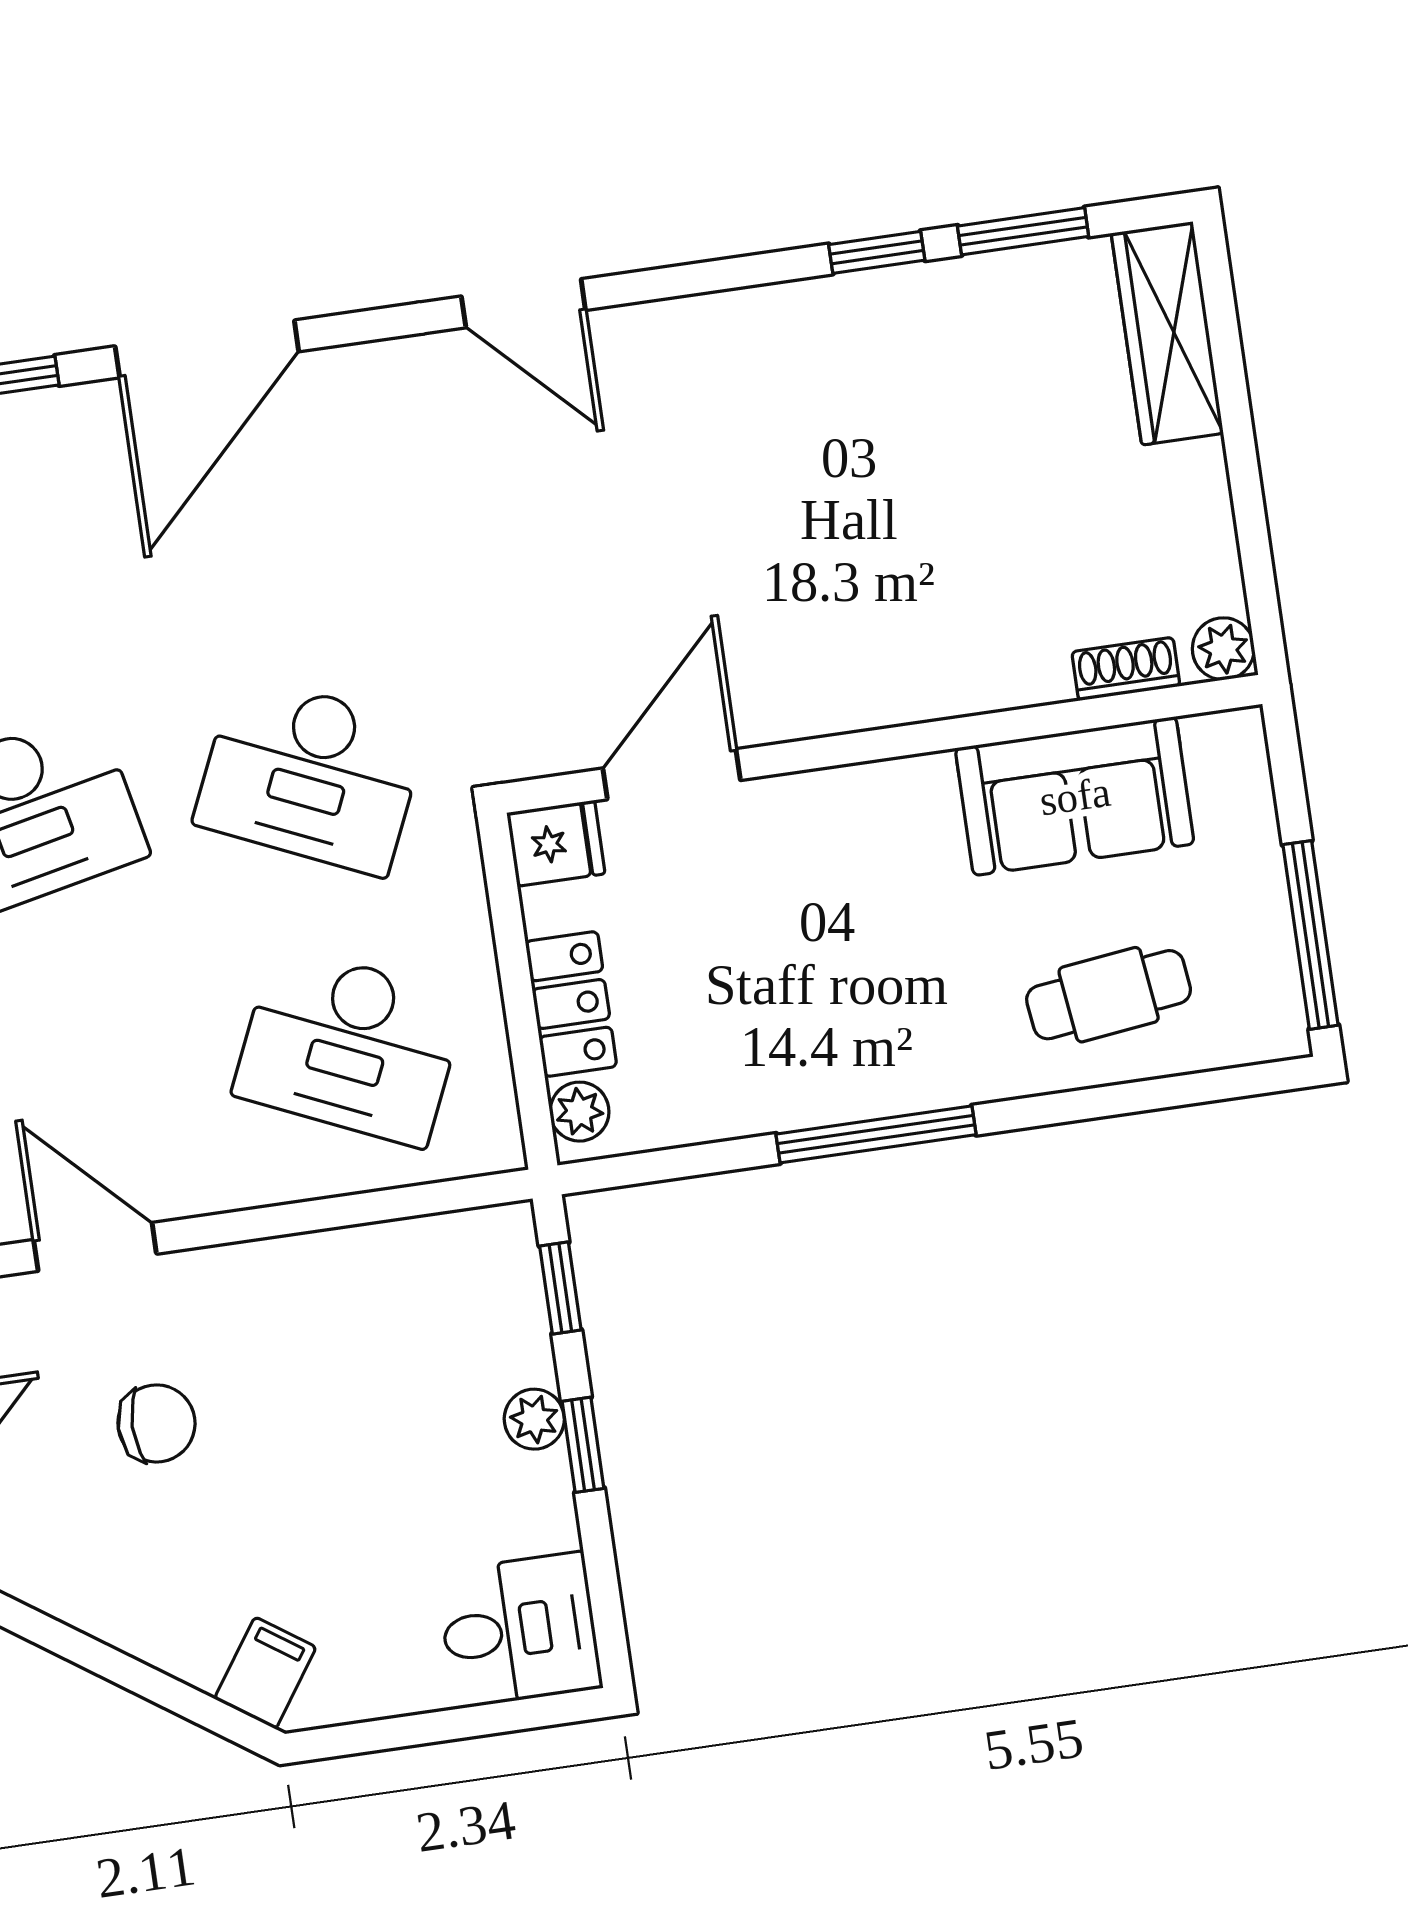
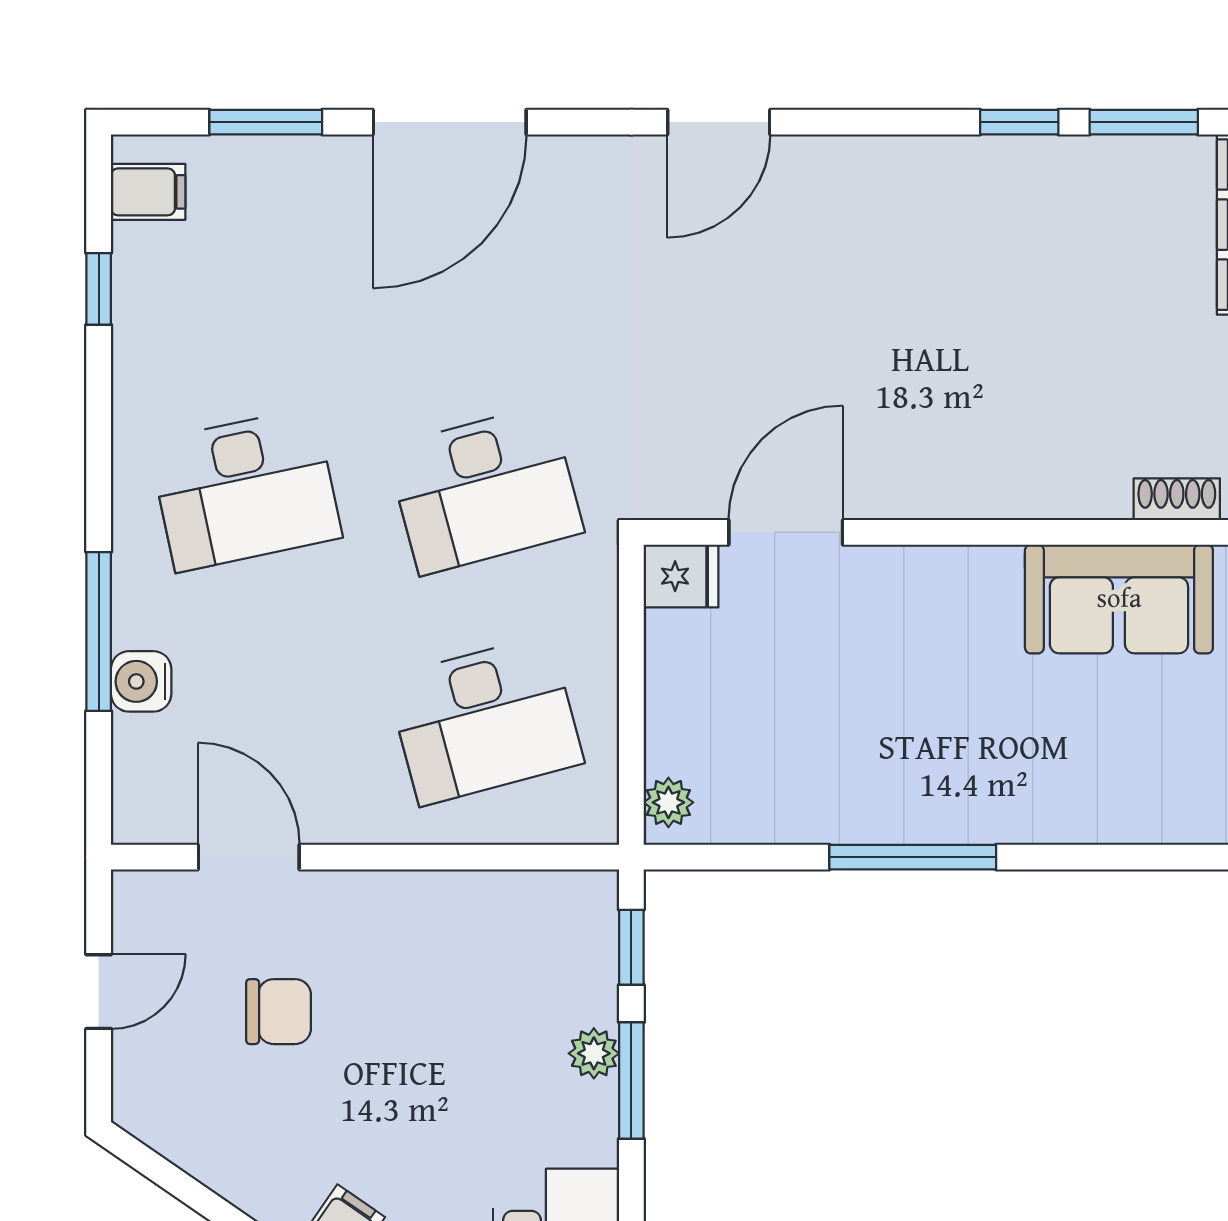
door: (523, 303) -> (719, 122), hinge flipped
desk: (311, 775) -> (485, 490), turned -39
cafe table: (1109, 995) -> (1123, 769), removed
locker: (571, 1004) -> (674, 712), removed
desk: (350, 1046) -> (485, 720), turned -39
window: (583, 1445) -> (631, 1081), width x1.50

